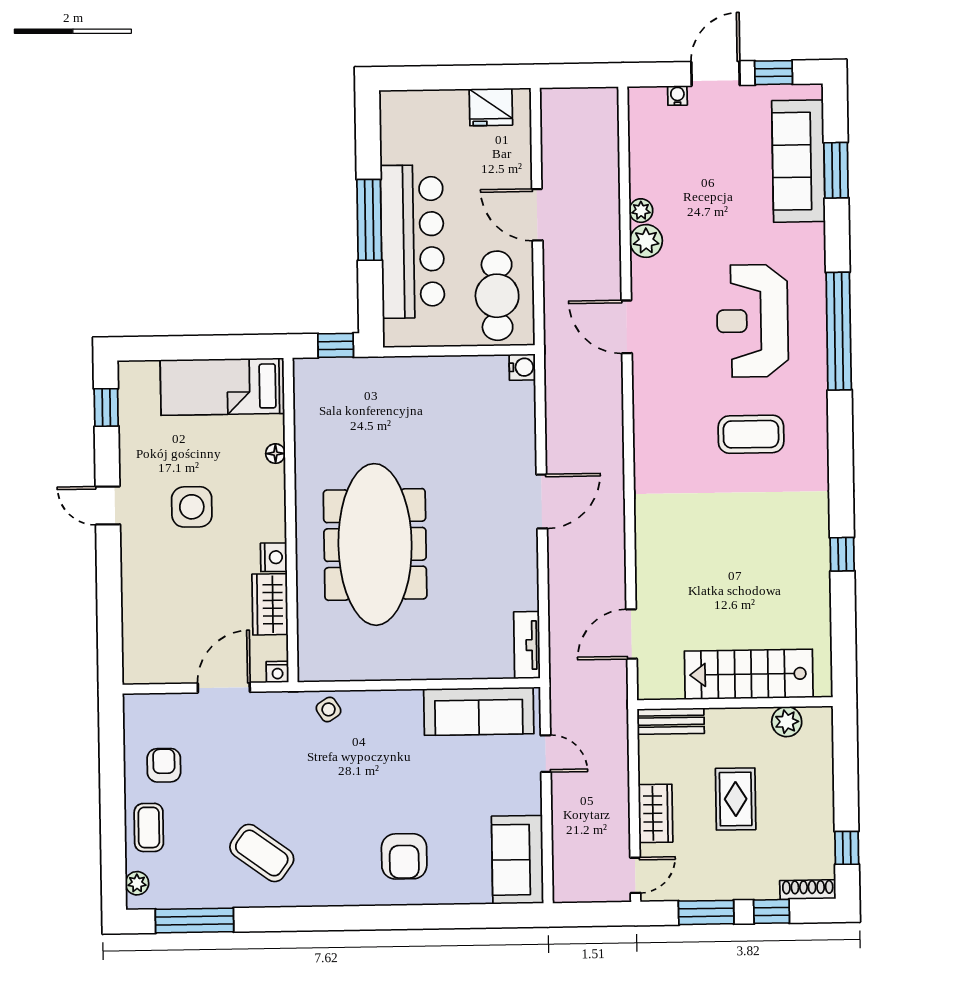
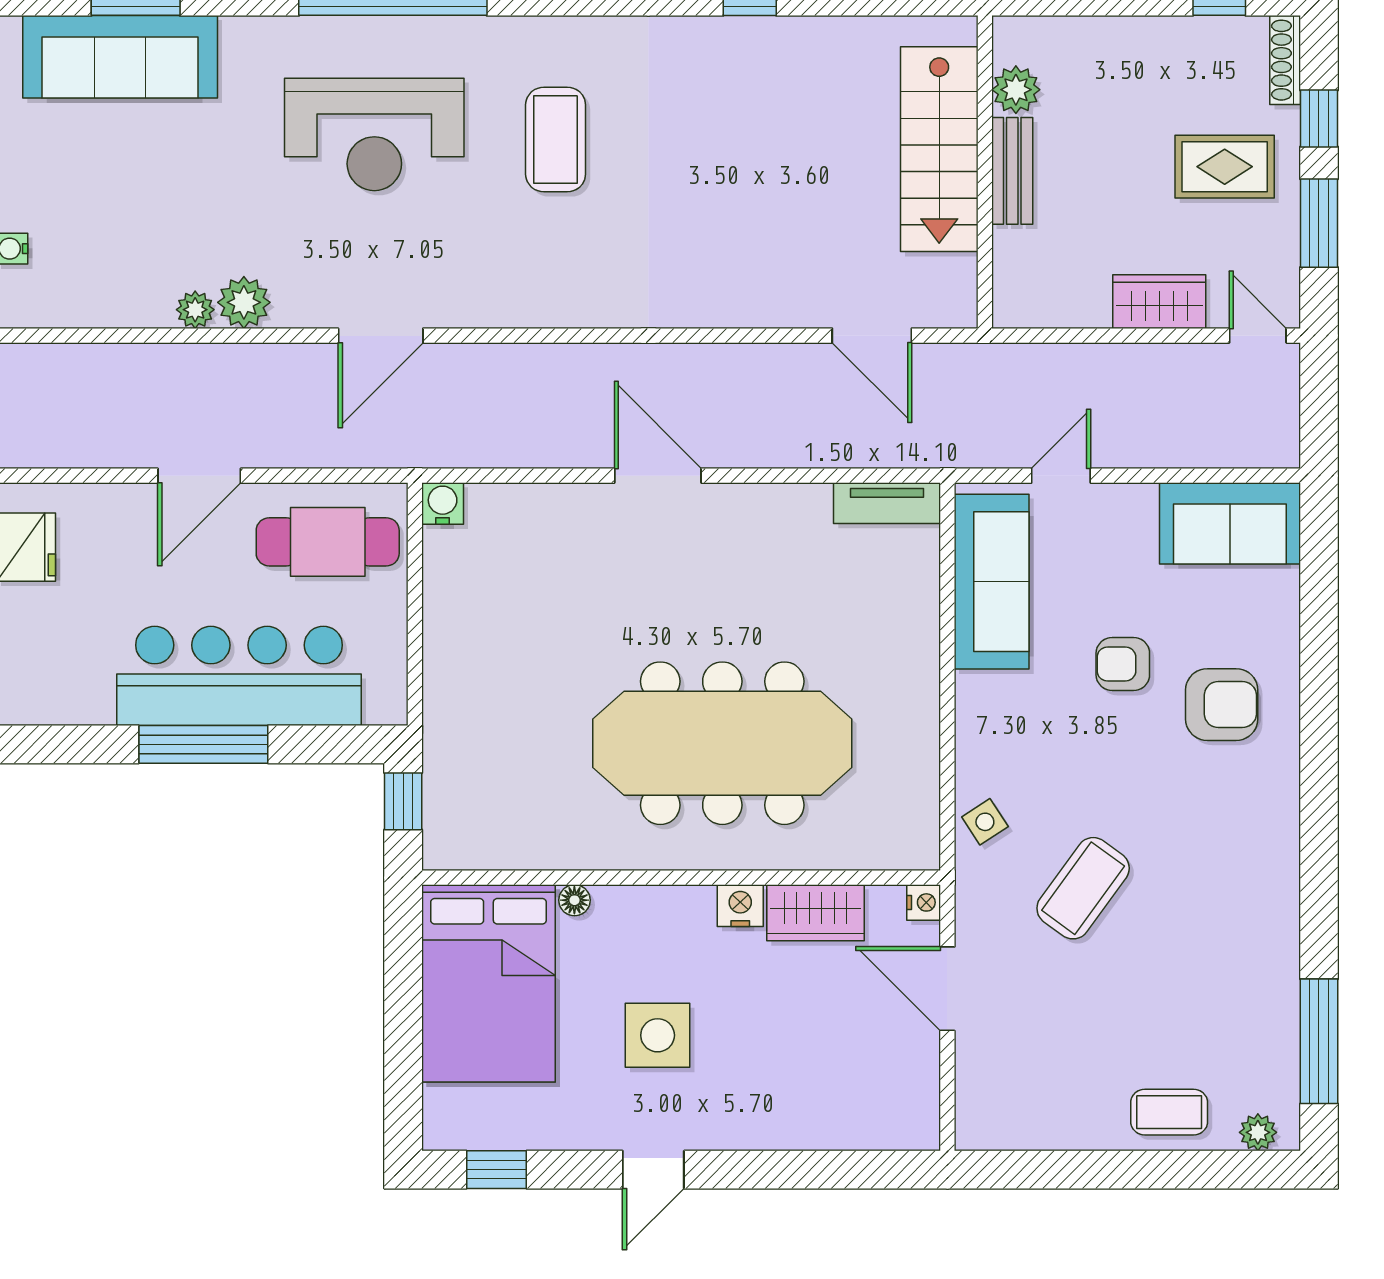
bed: (222, 387) -> (488, 983), width x1.50
bench: (671, 721) -> (1012, 171), moved
armchair: (164, 765) -> (1123, 664), moved
rug: (736, 799) -> (1225, 167), moved
coffee table: (262, 853) -> (1083, 888), moved

